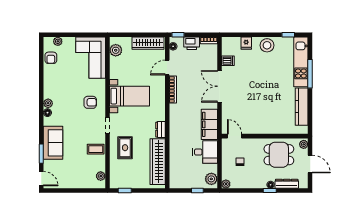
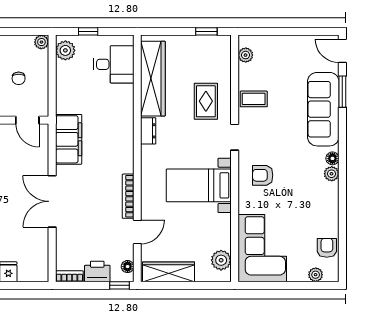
dishwasher: (228, 61) -> (38, 243), removed
double door: (219, 86) -> (52, 201), swing flipped
sofa: (53, 143) -> (323, 109), width x1.36
desk: (205, 152) -> (114, 64), moved, turned 180

